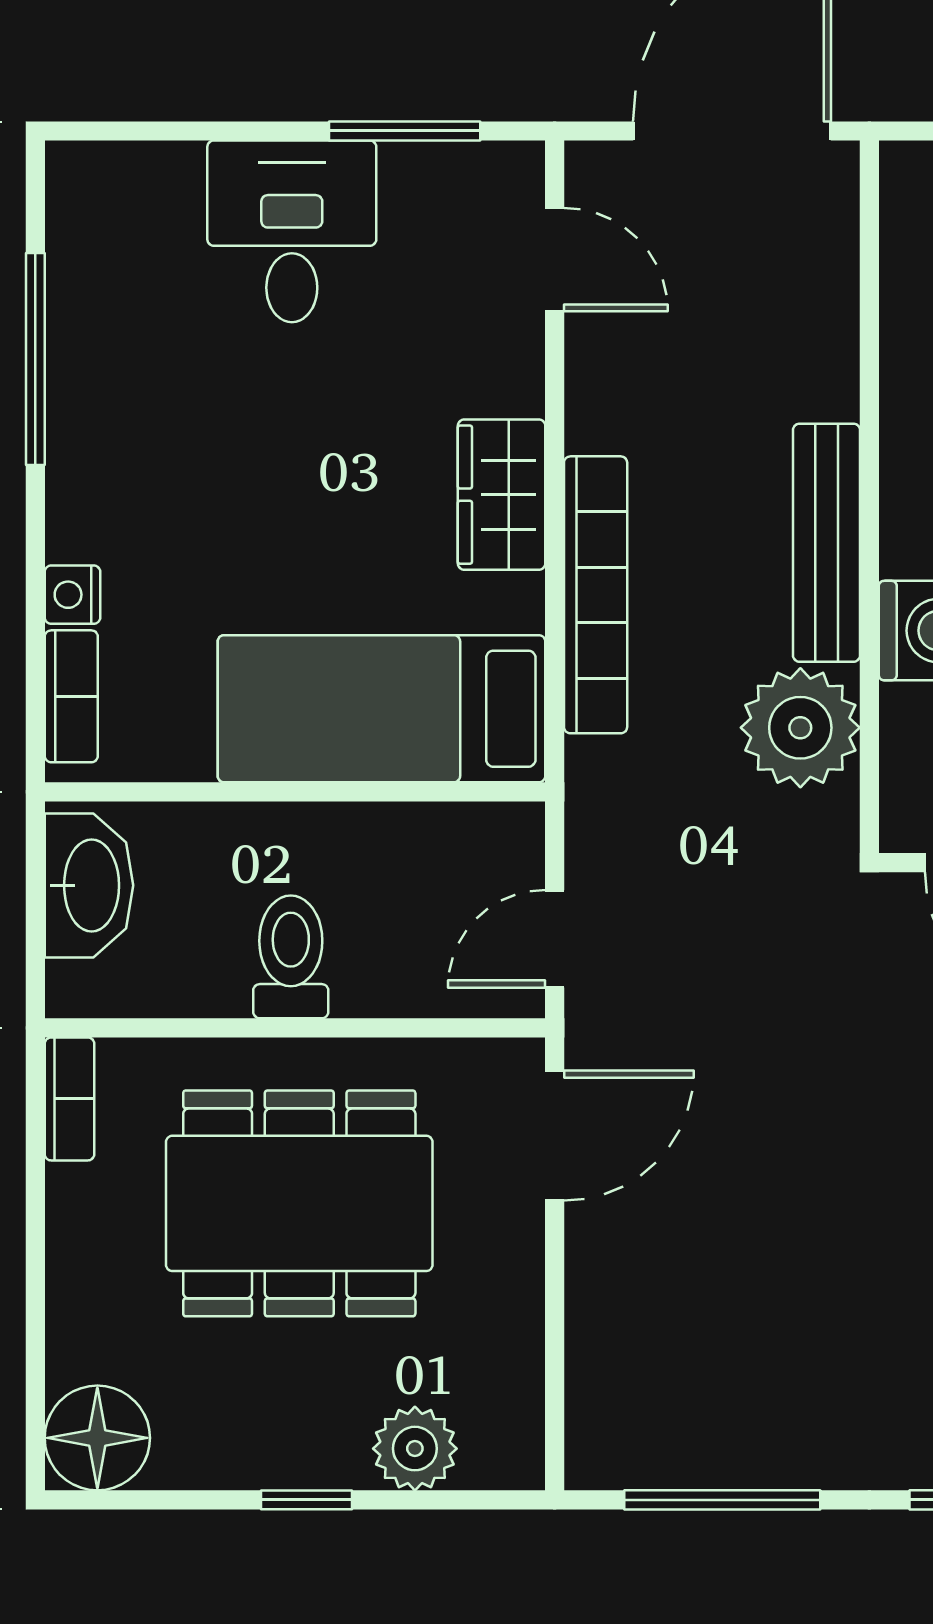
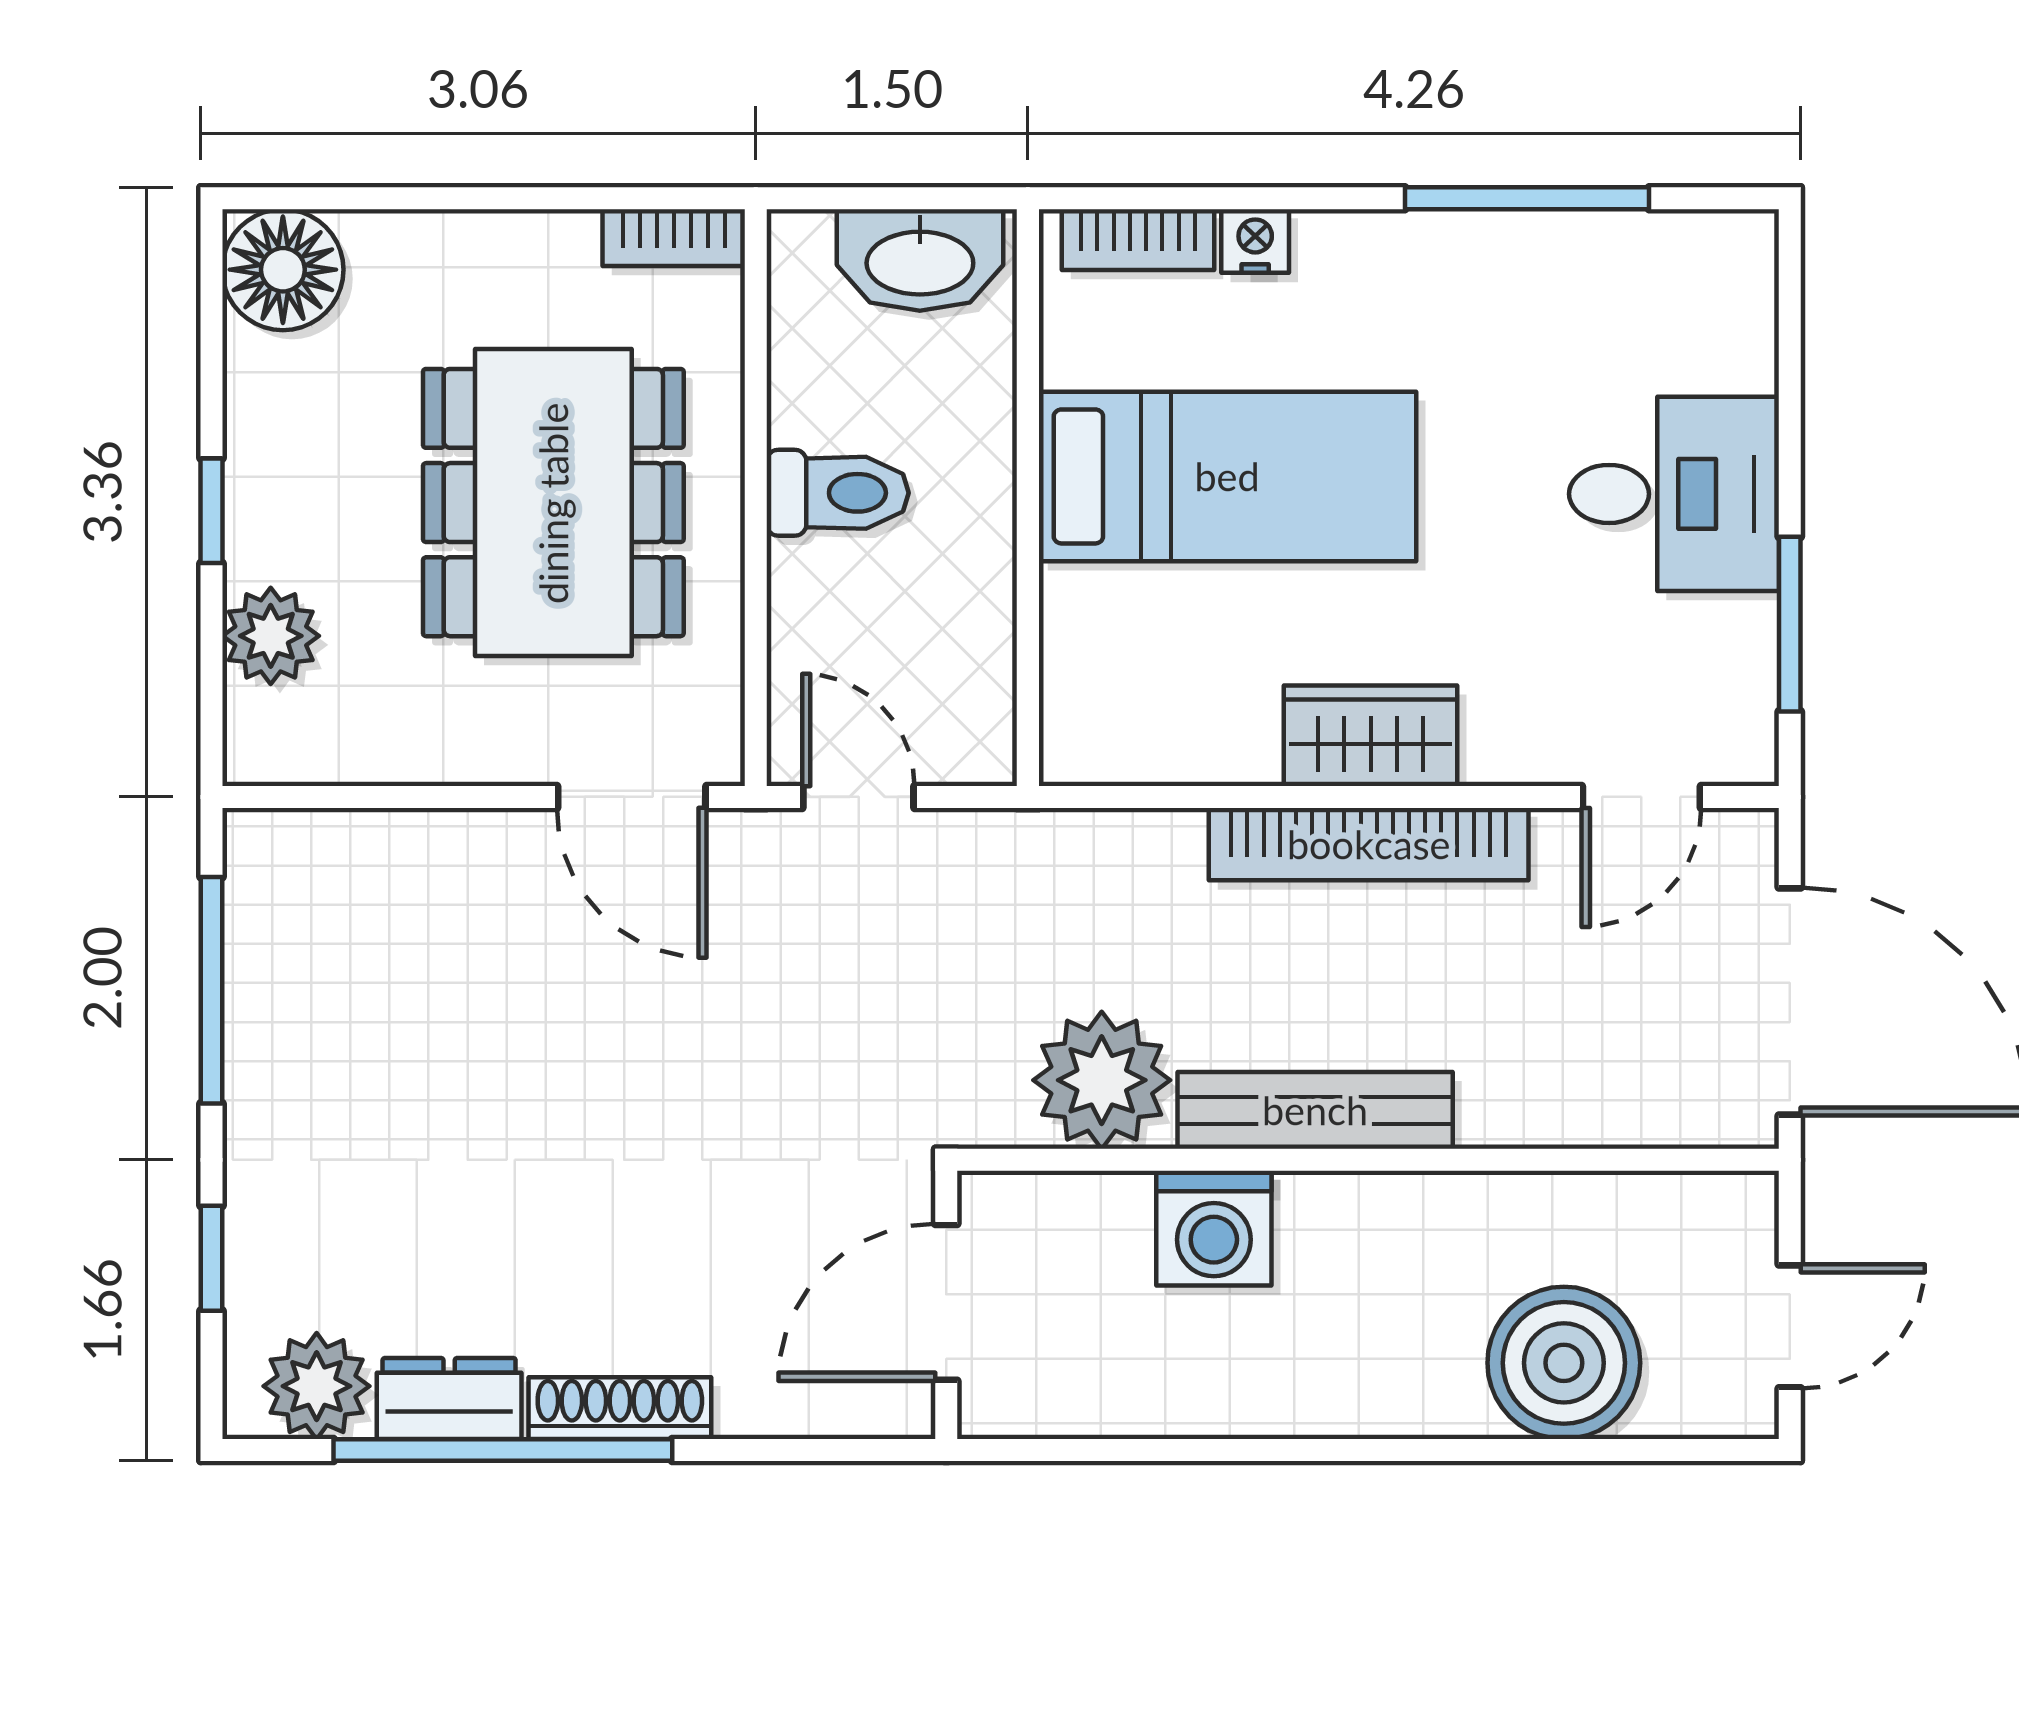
bookcase: (596, 595) -> (1369, 844), moved
bed: (382, 709) -> (1227, 476), moved, turned 90

